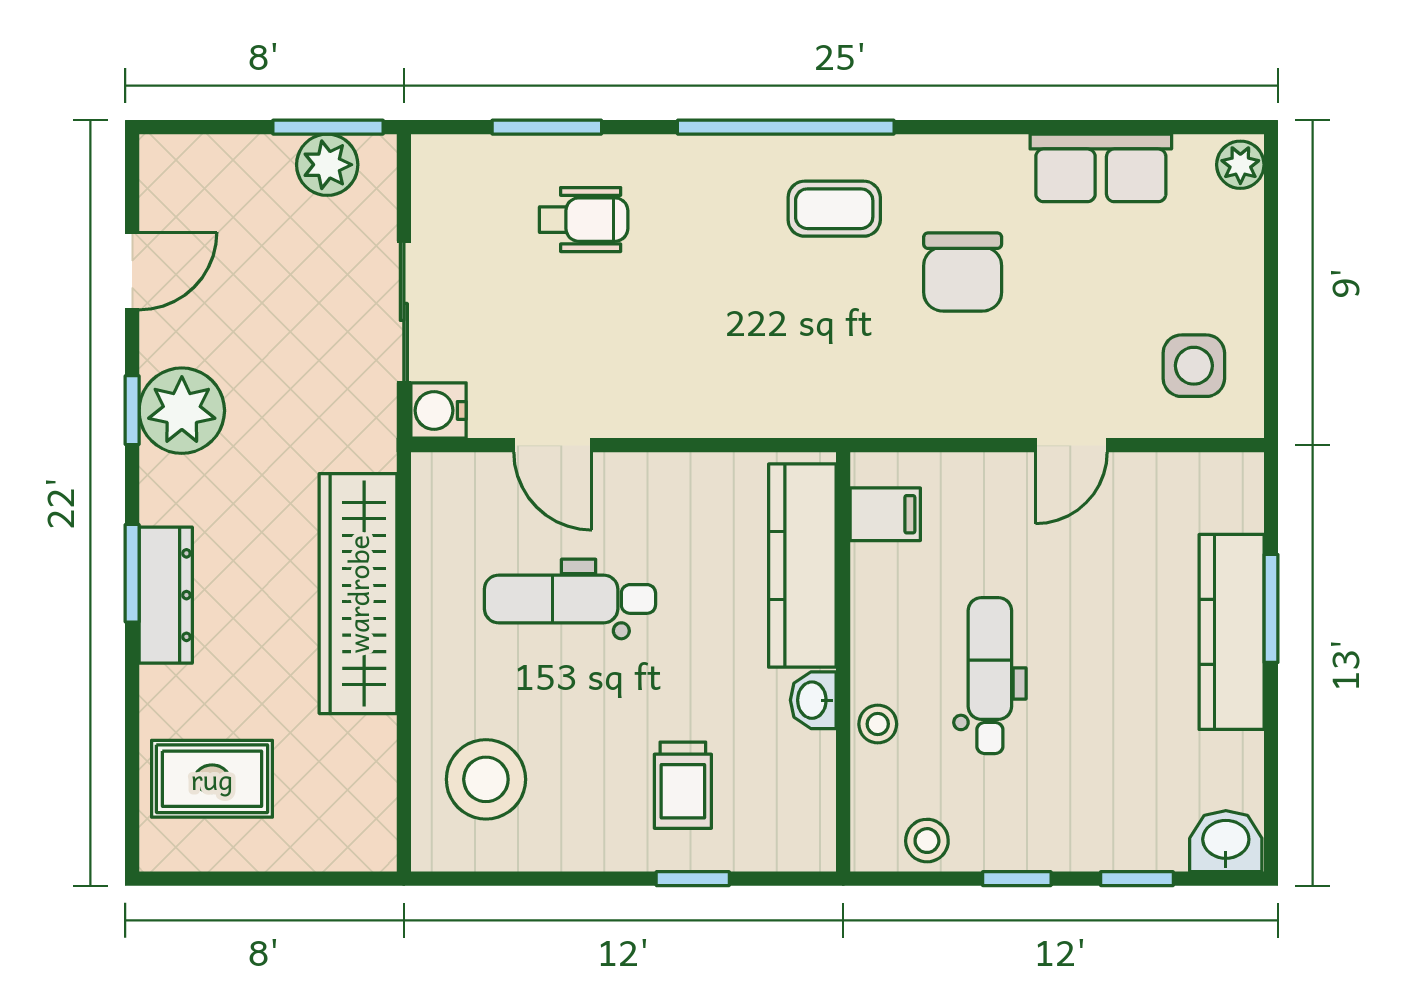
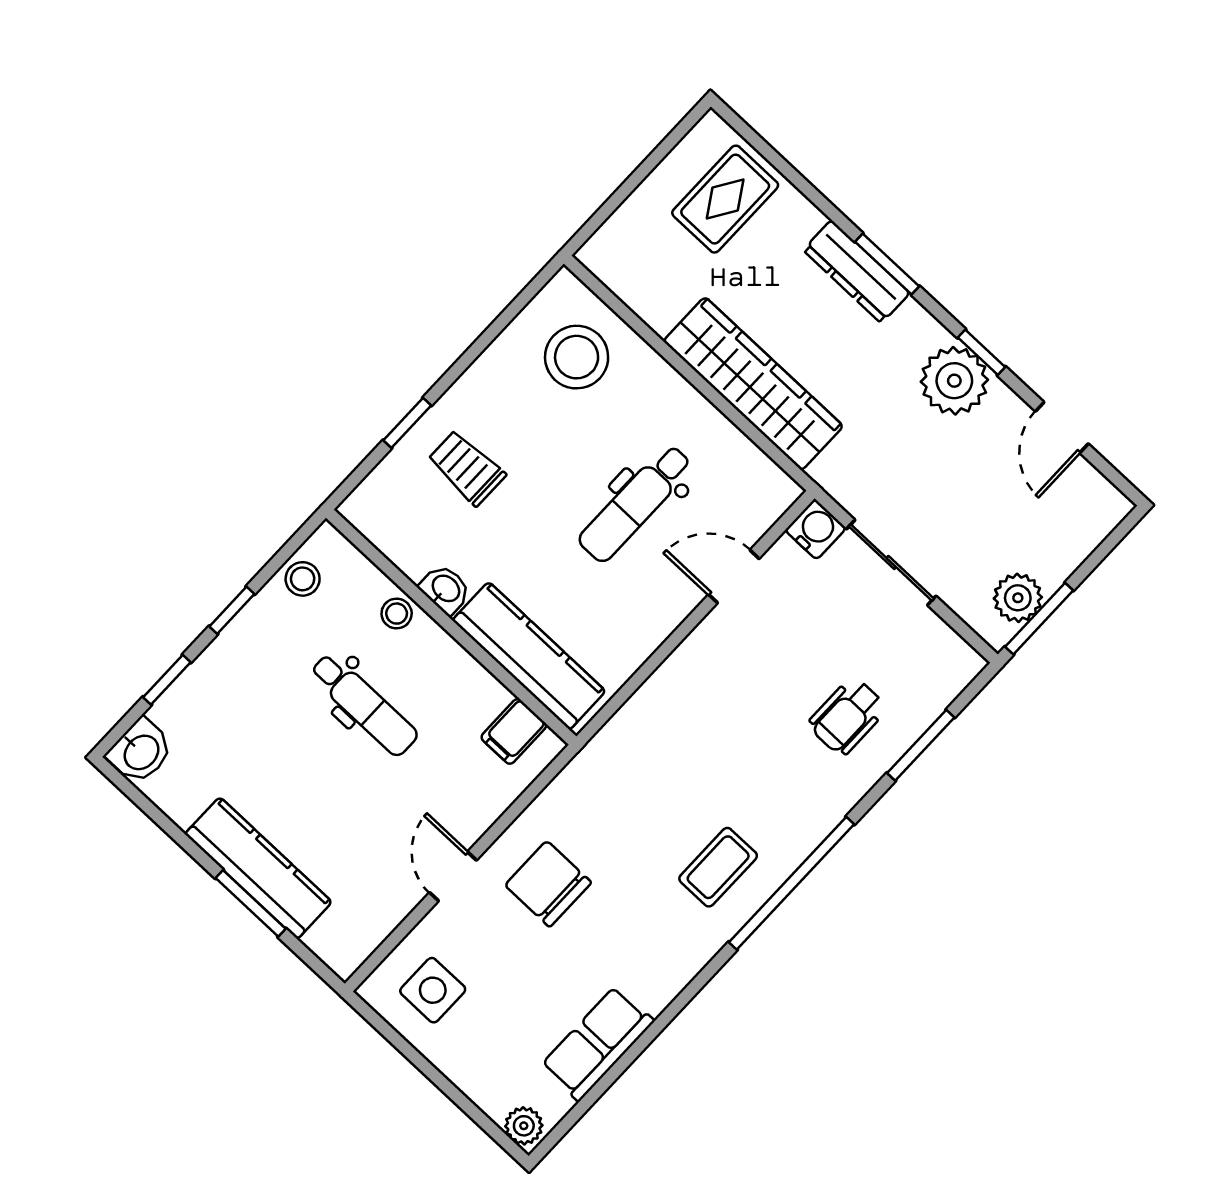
chair: (963, 272) -> (548, 884), moved
dental chair: (570, 599) -> (635, 503), turned 180

